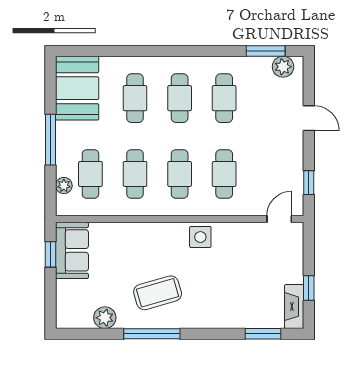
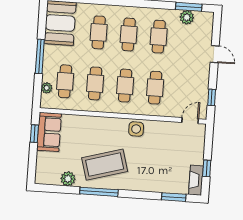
plant: (283, 67) -> (187, 17), moved
coffee table: (158, 293) -> (105, 165), width x1.36, depth x1.32

